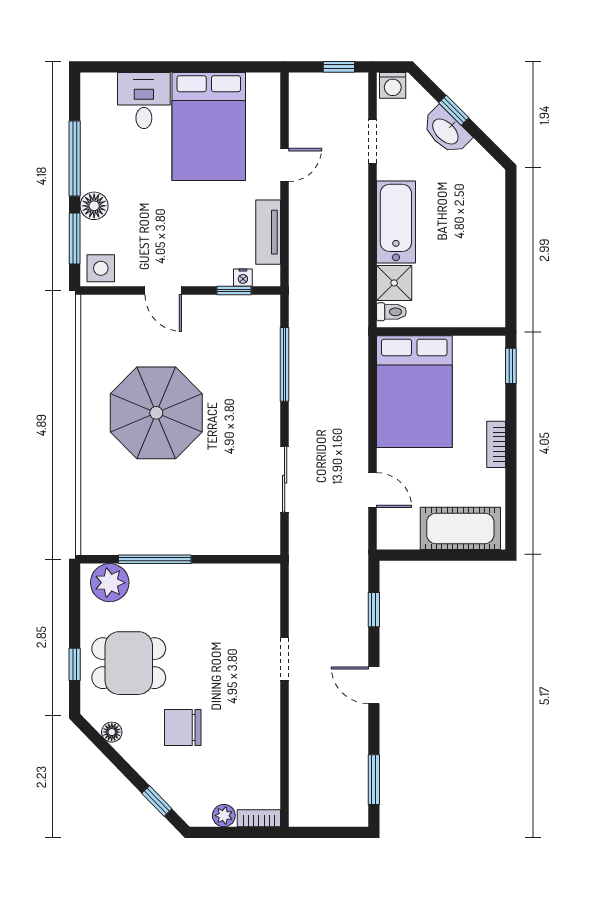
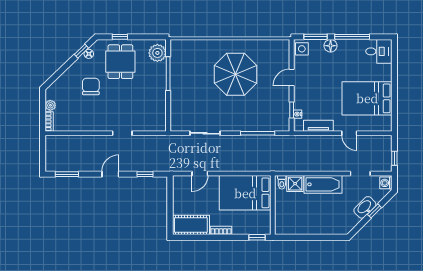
desk: (144, 101) -> (379, 51), moved
cot: (460, 528) -> (191, 225), moved, turned 90
window: (157, 801) -> (81, 51), moved

